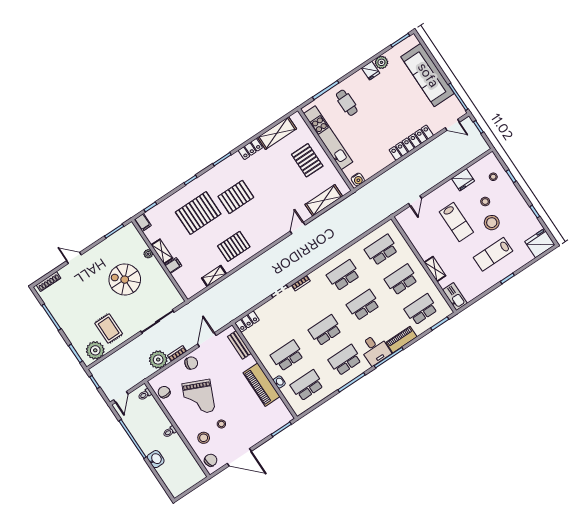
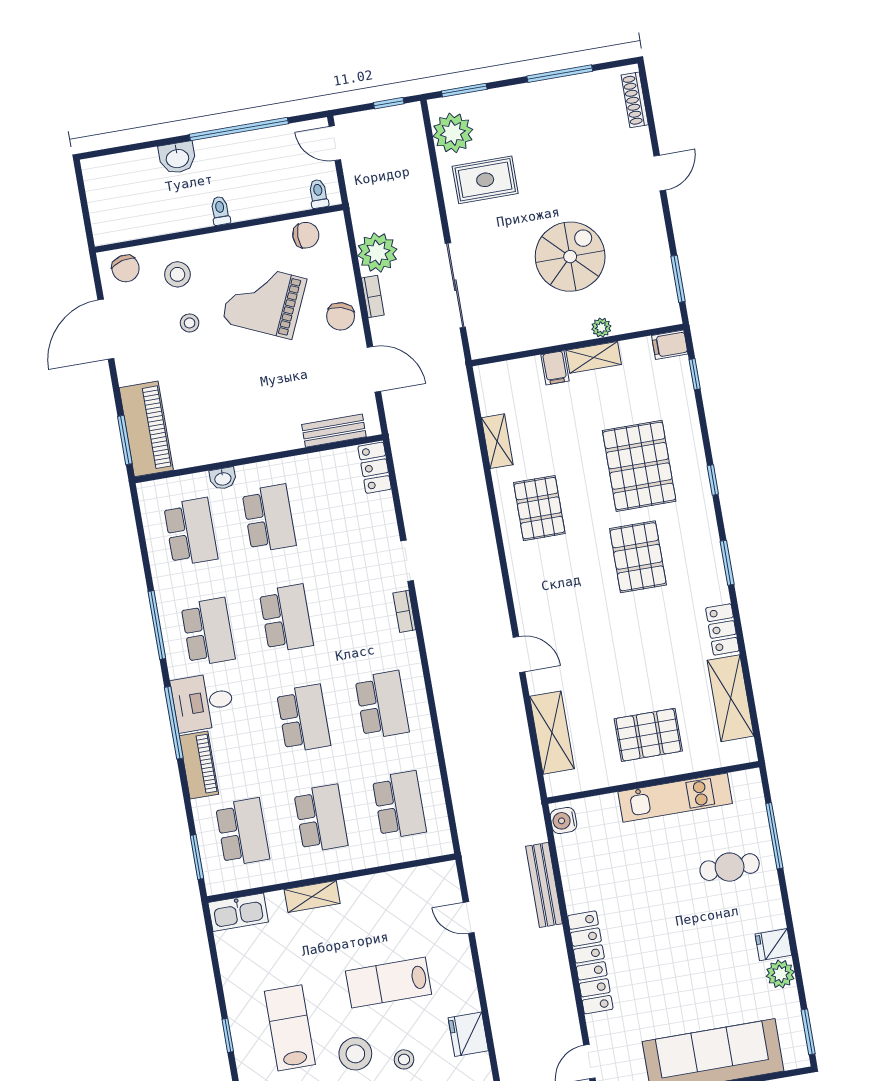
kitchen unit: (328, 138) -> (675, 798), width x0.73
bench: (388, 176) -> (544, 885), added
piano: (262, 385) -> (146, 429), moved, turned 90

